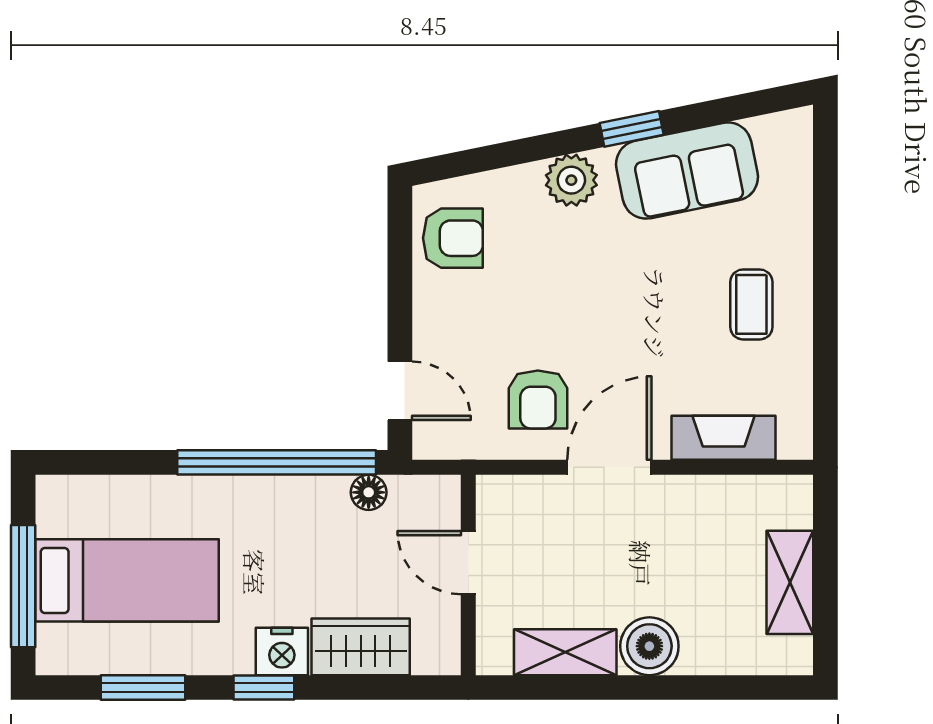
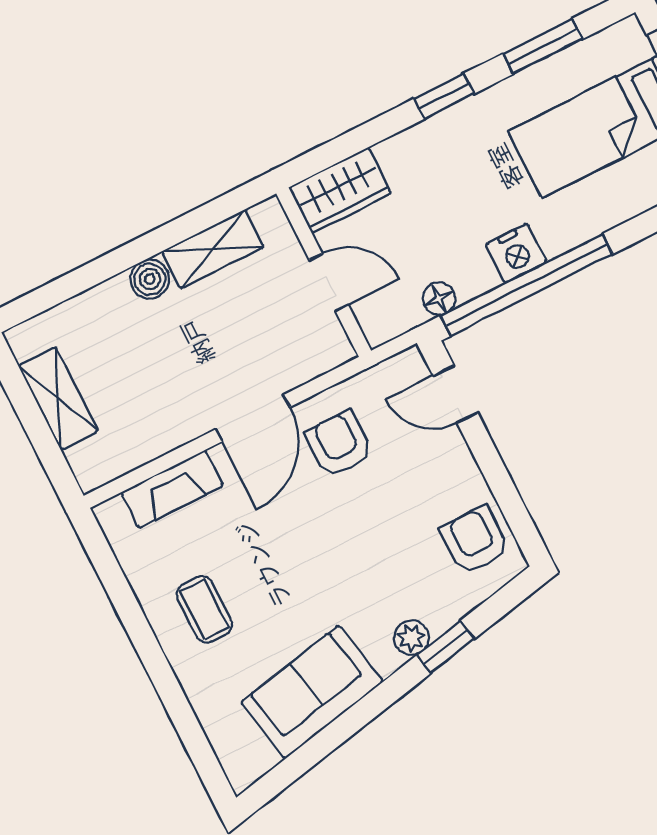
window: (632, 129) -> (446, 647), moved
plant: (571, 180) -> (411, 638), width x0.73, depth x0.73
armchair: (453, 238) -> (475, 540), turned 90
boiler: (649, 646) -> (150, 279), width x0.73, depth x0.73
wardrobe: (361, 647) -> (340, 190), moved
nightstand: (282, 651) -> (516, 253), moved, turned 180

